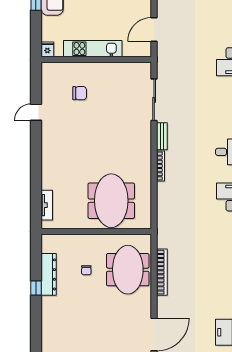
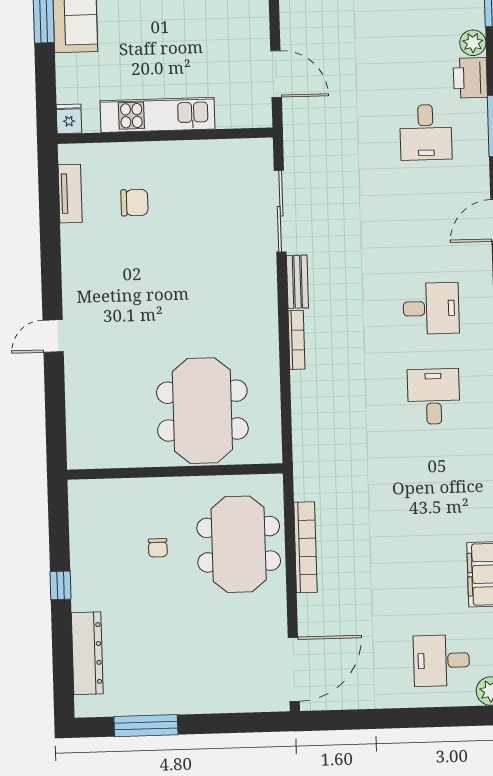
door: (154, 30) -> (276, 74), swing flipped
door: (36, 112) -> (53, 336), moved
tv unit: (47, 205) -> (70, 194), moved
dresser: (49, 274) -> (87, 653), moved

